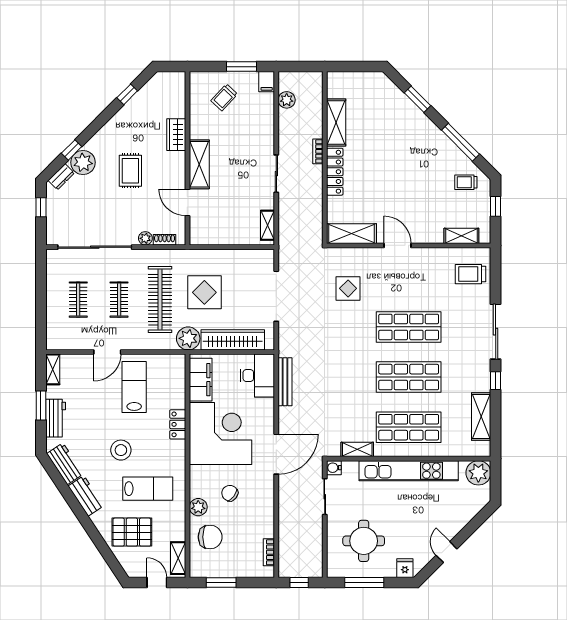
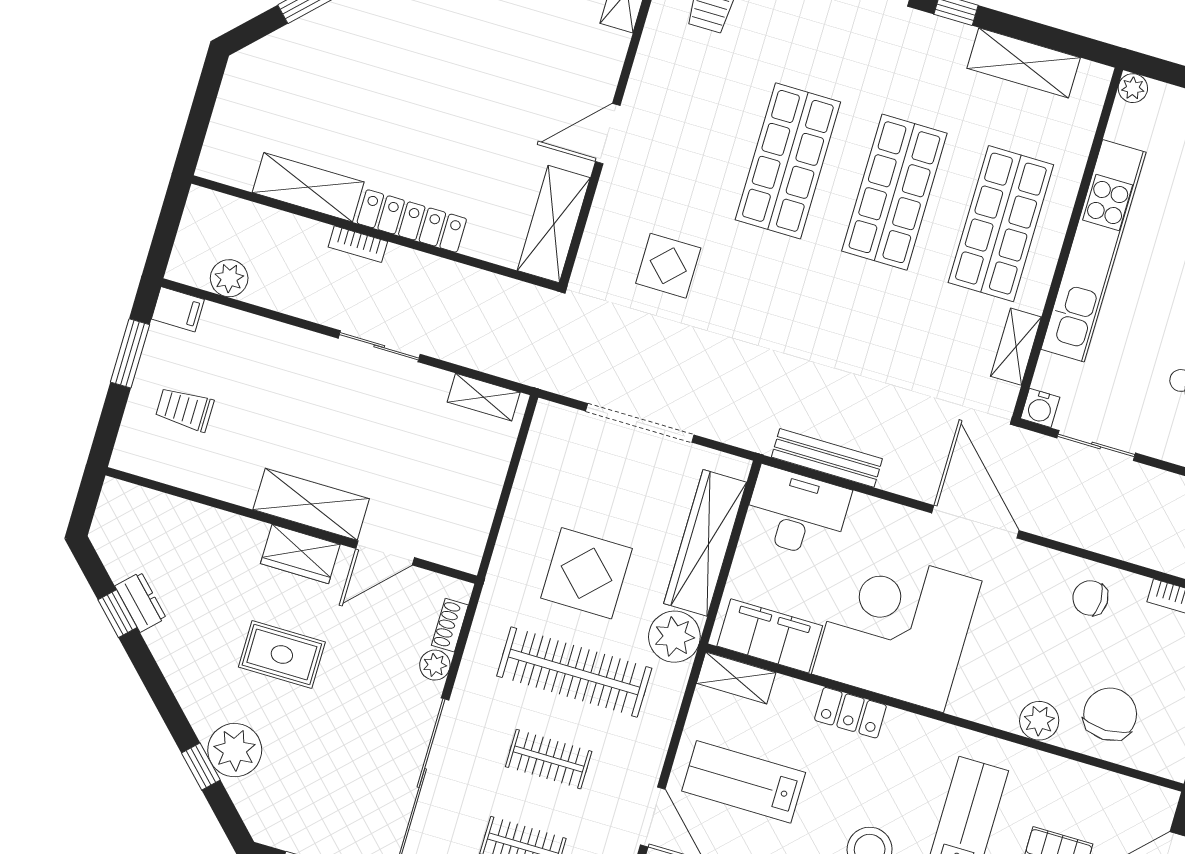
trolley: (224, 97) -> (185, 409), turned 137
wardrobe: (176, 135) -> (300, 554), moved
dresser: (61, 177) -> (141, 602), moved
plant: (478, 473) -> (1133, 88), width x0.53, depth x0.53
chair: (230, 493) -> (1090, 598), moved, turned 52
shelving: (178, 558) -> (736, 678), moved

